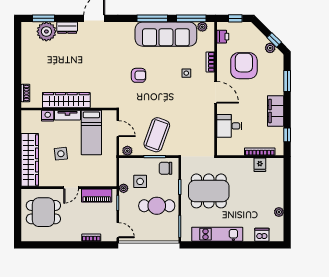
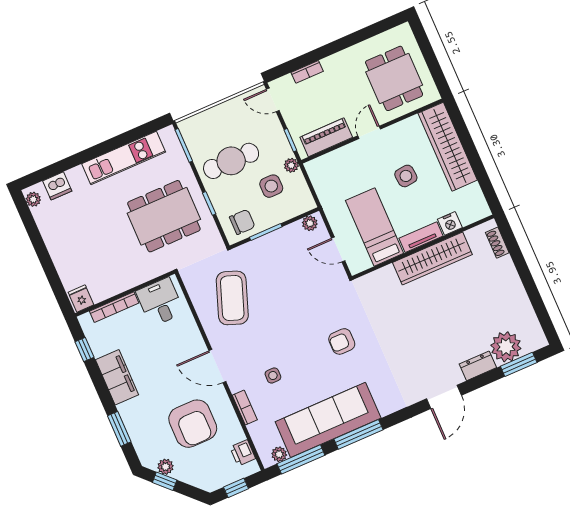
desk: (229, 126) -> (160, 302), moved, turned -90
coffee table: (157, 135) -> (232, 298), moved
fridge: (260, 165) -> (81, 299), moved
dining table: (43, 212) -> (394, 78), turned 90
plant: (279, 212) -> (33, 199), moved

